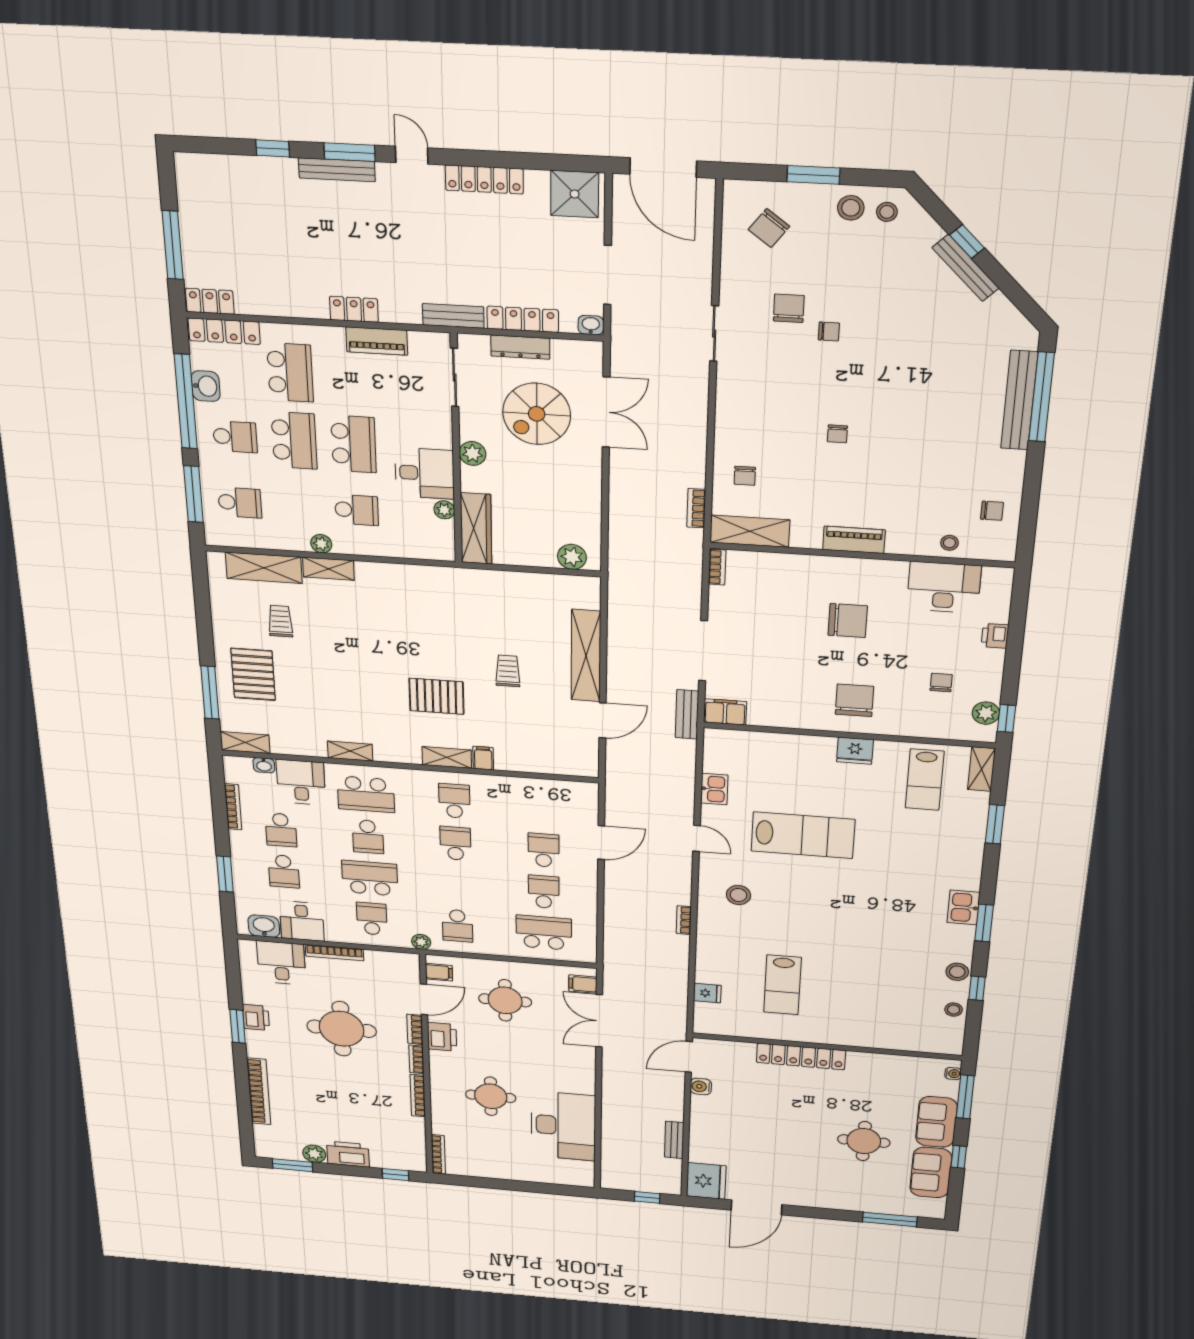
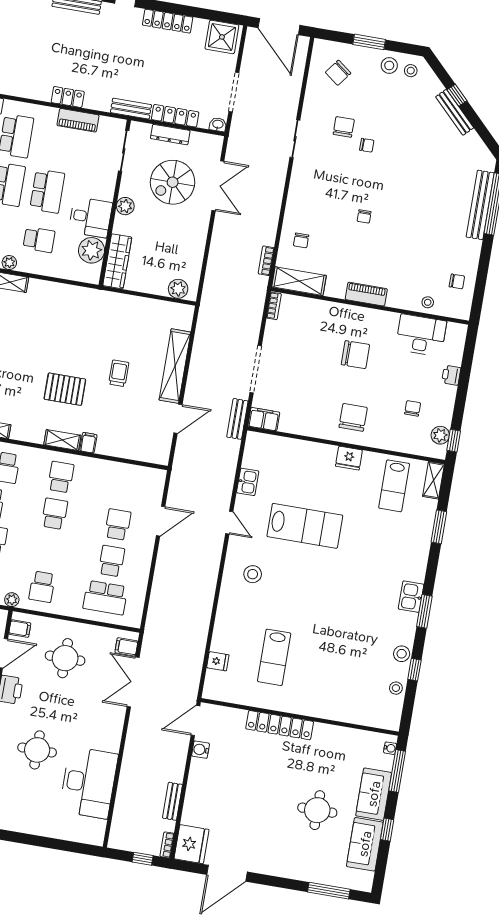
plant: (444, 510) -> (92, 250), width x1.88, depth x1.88
bookcase: (684, 920) -> (167, 845), moved
school desk: (544, 933) -> (105, 598), turned 180

